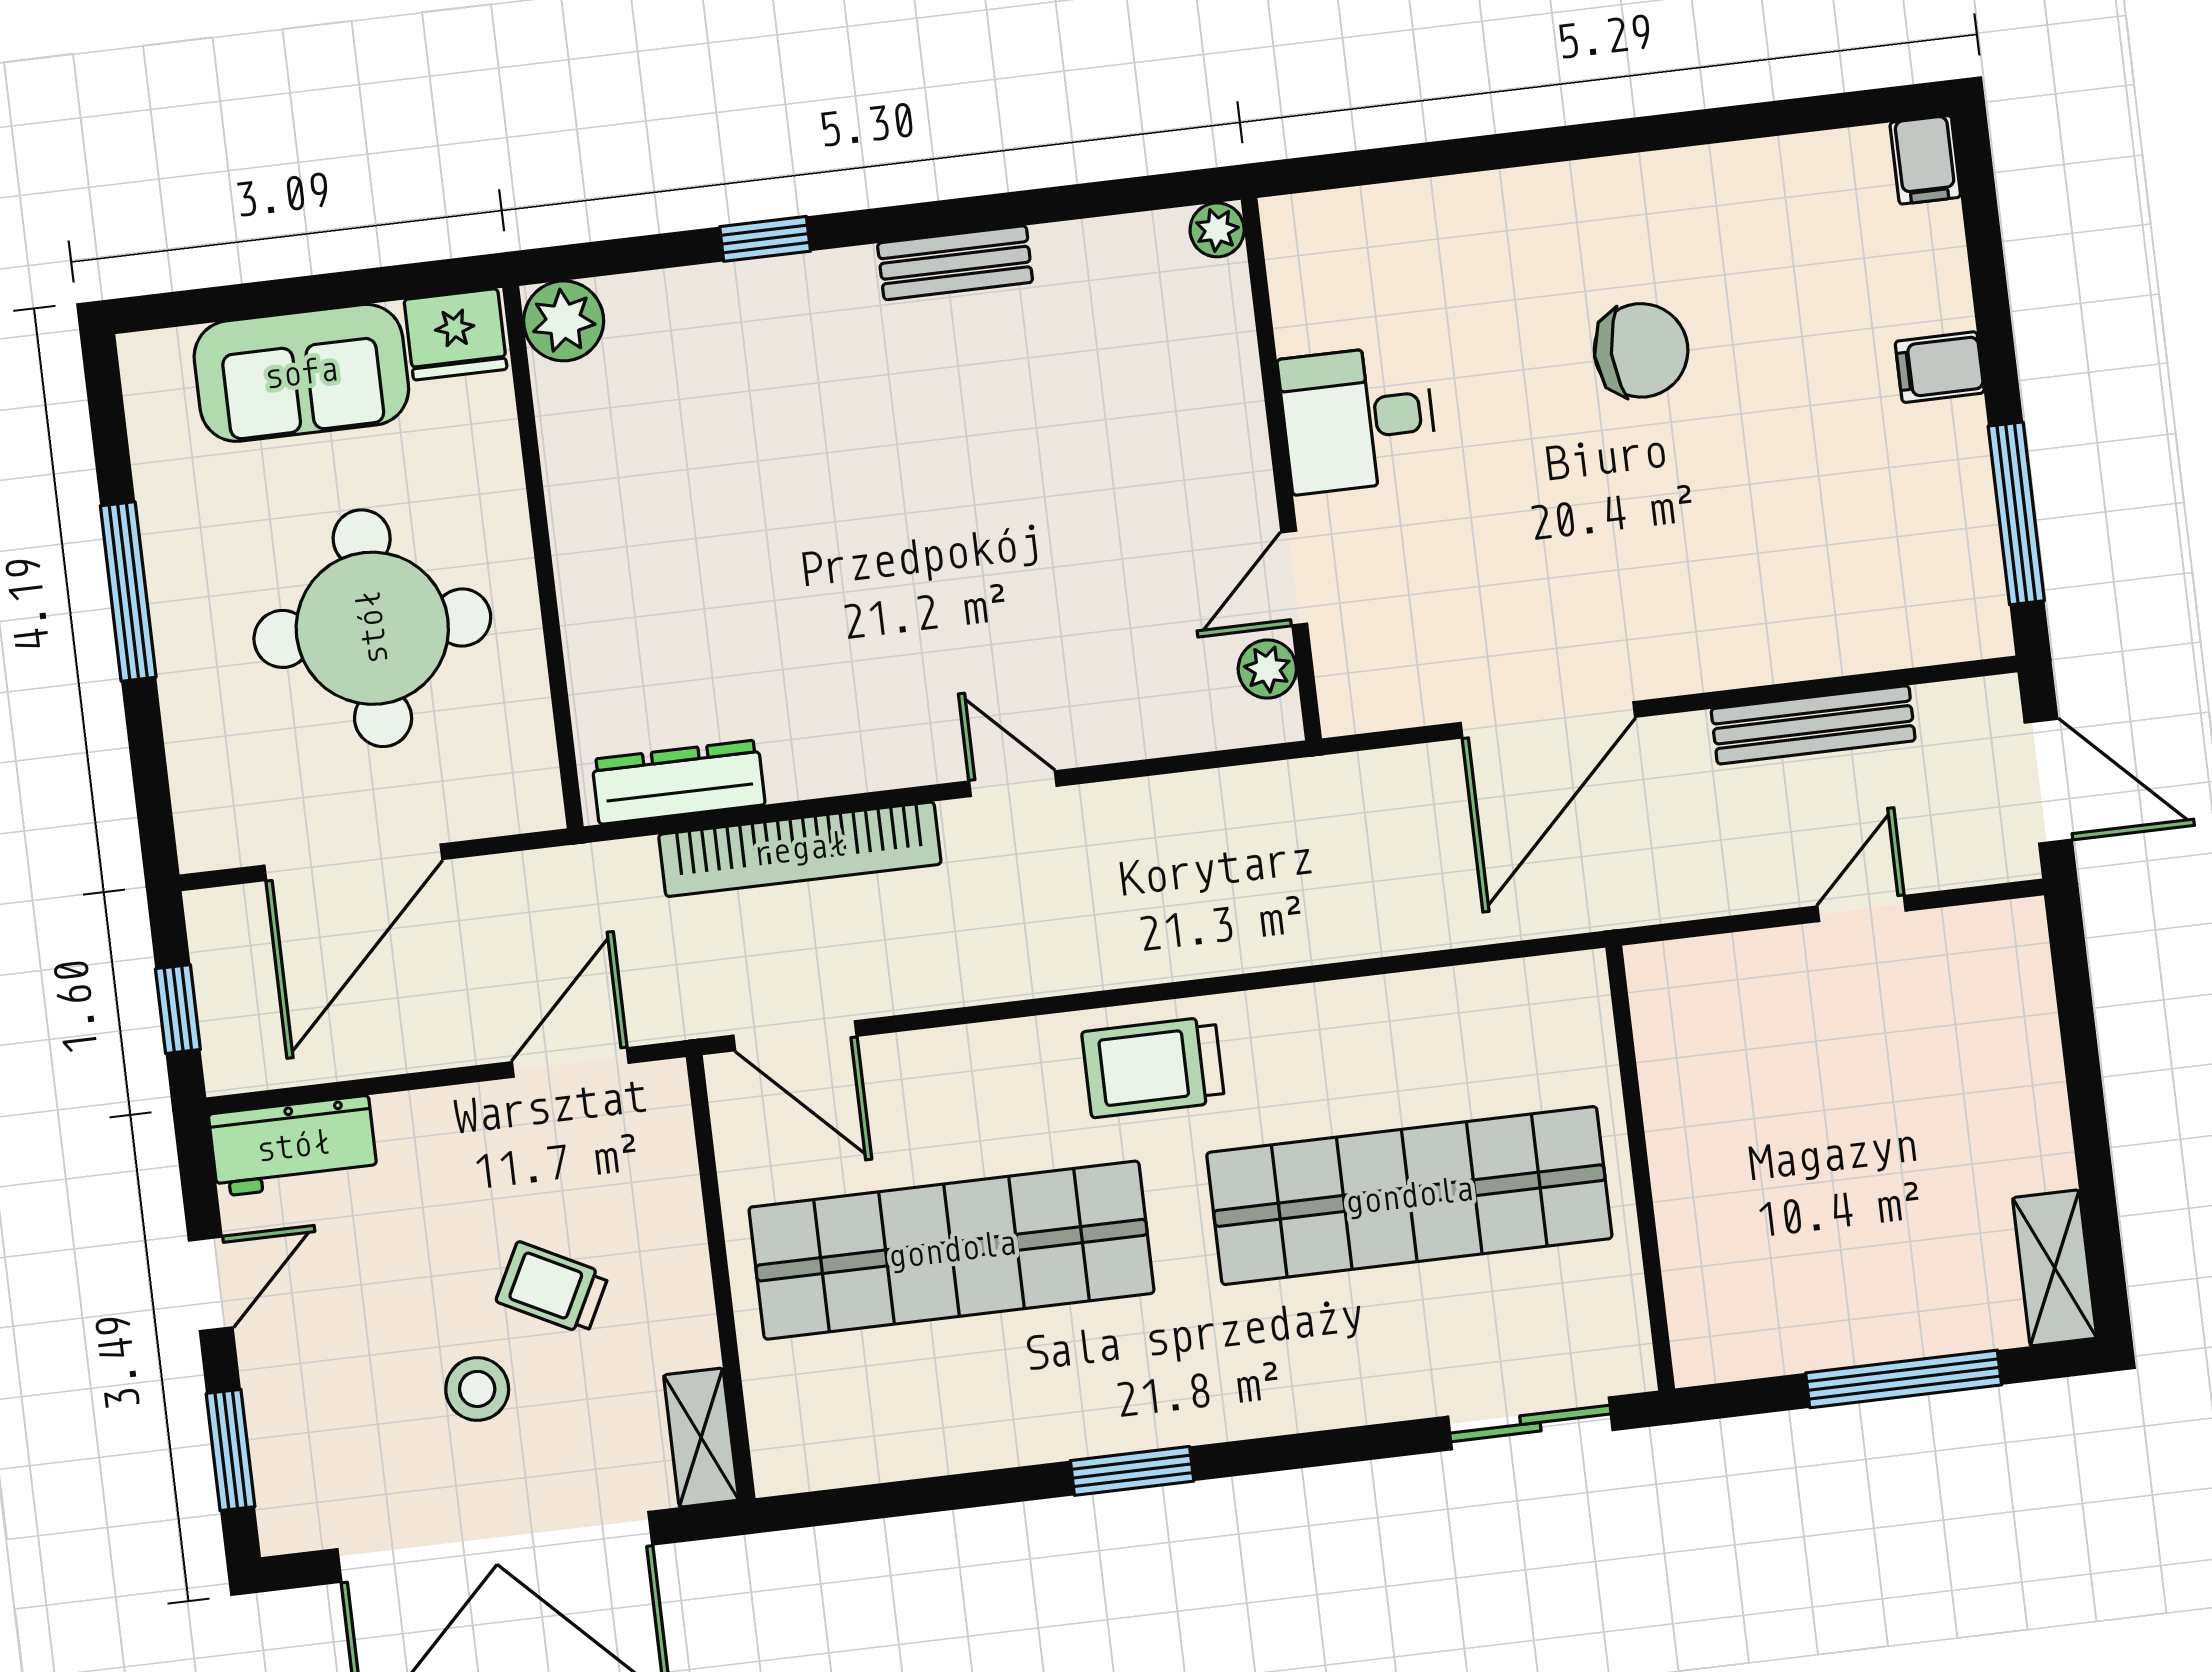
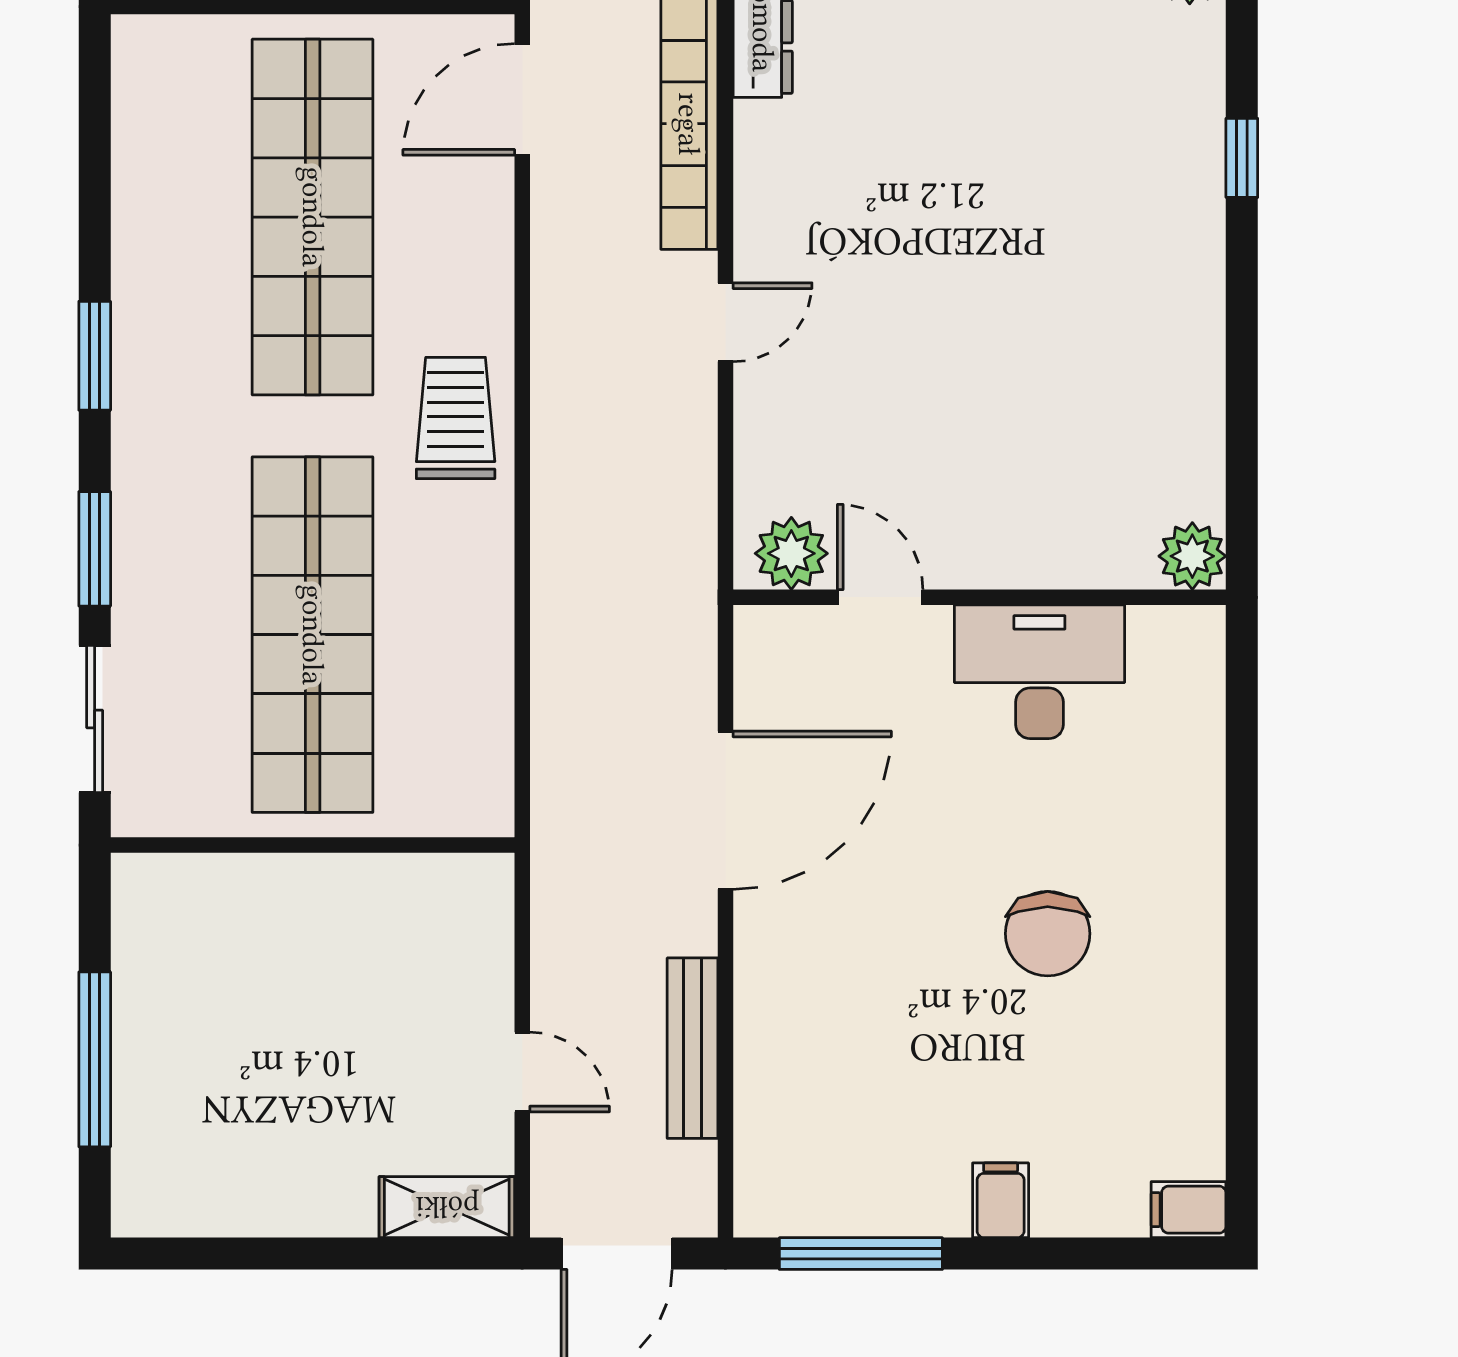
plant: (1217, 230) -> (1192, 556), width x1.38, depth x1.38
bench: (955, 263) -> (1200, 326), removed
desk: (1358, 419) -> (1039, 672), width x1.37
plant: (1267, 669) -> (791, 553), width x1.38, depth x1.38
door: (1548, 720) -> (725, 810), swing flipped
shelving: (2055, 1268) -> (447, 1207), moved
window: (1344, 1446) -> (95, 549), added

